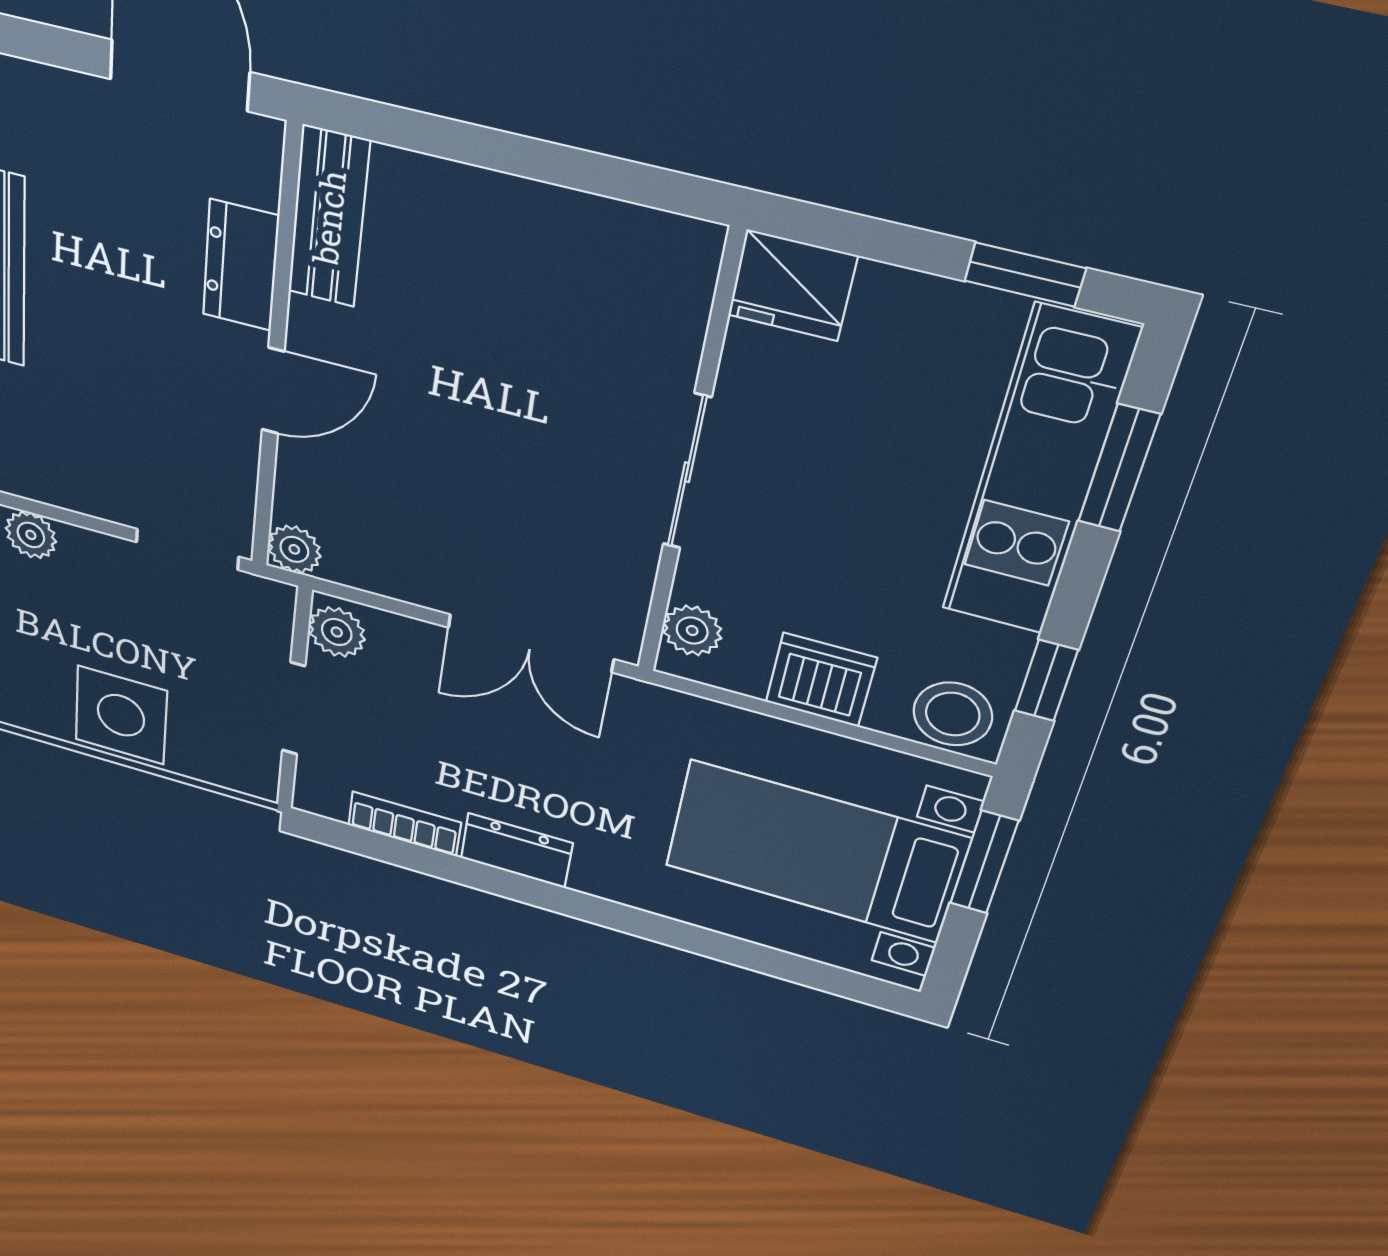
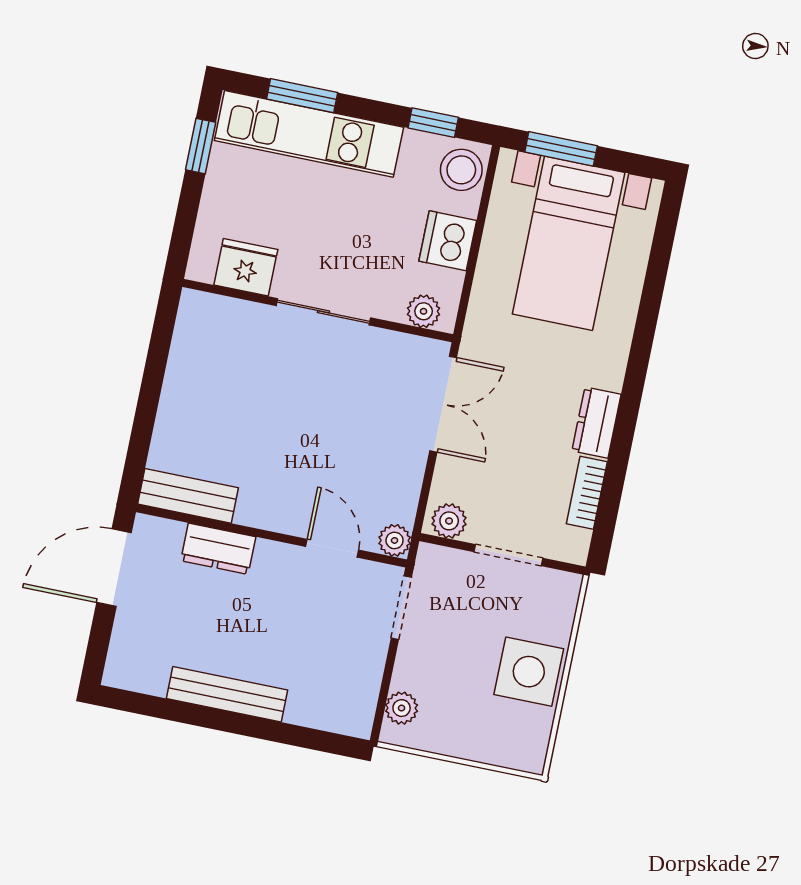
fridge: (792, 285) -> (246, 267), moved, turned -90
door: (273, 391) -> (332, 548), moved

